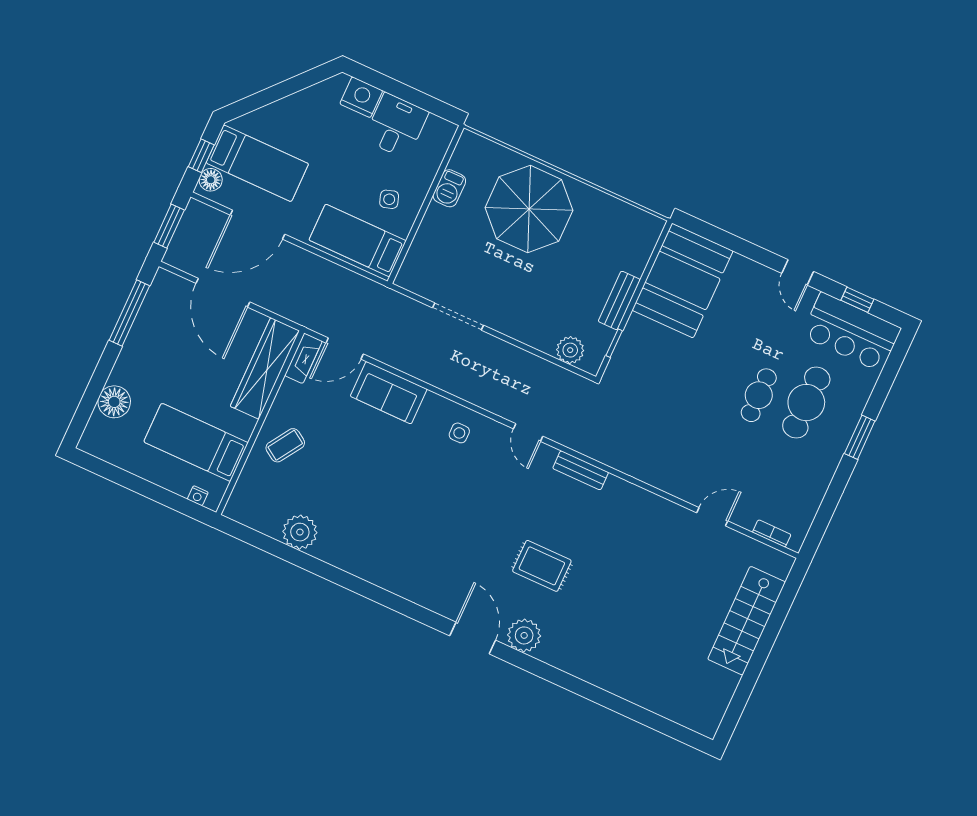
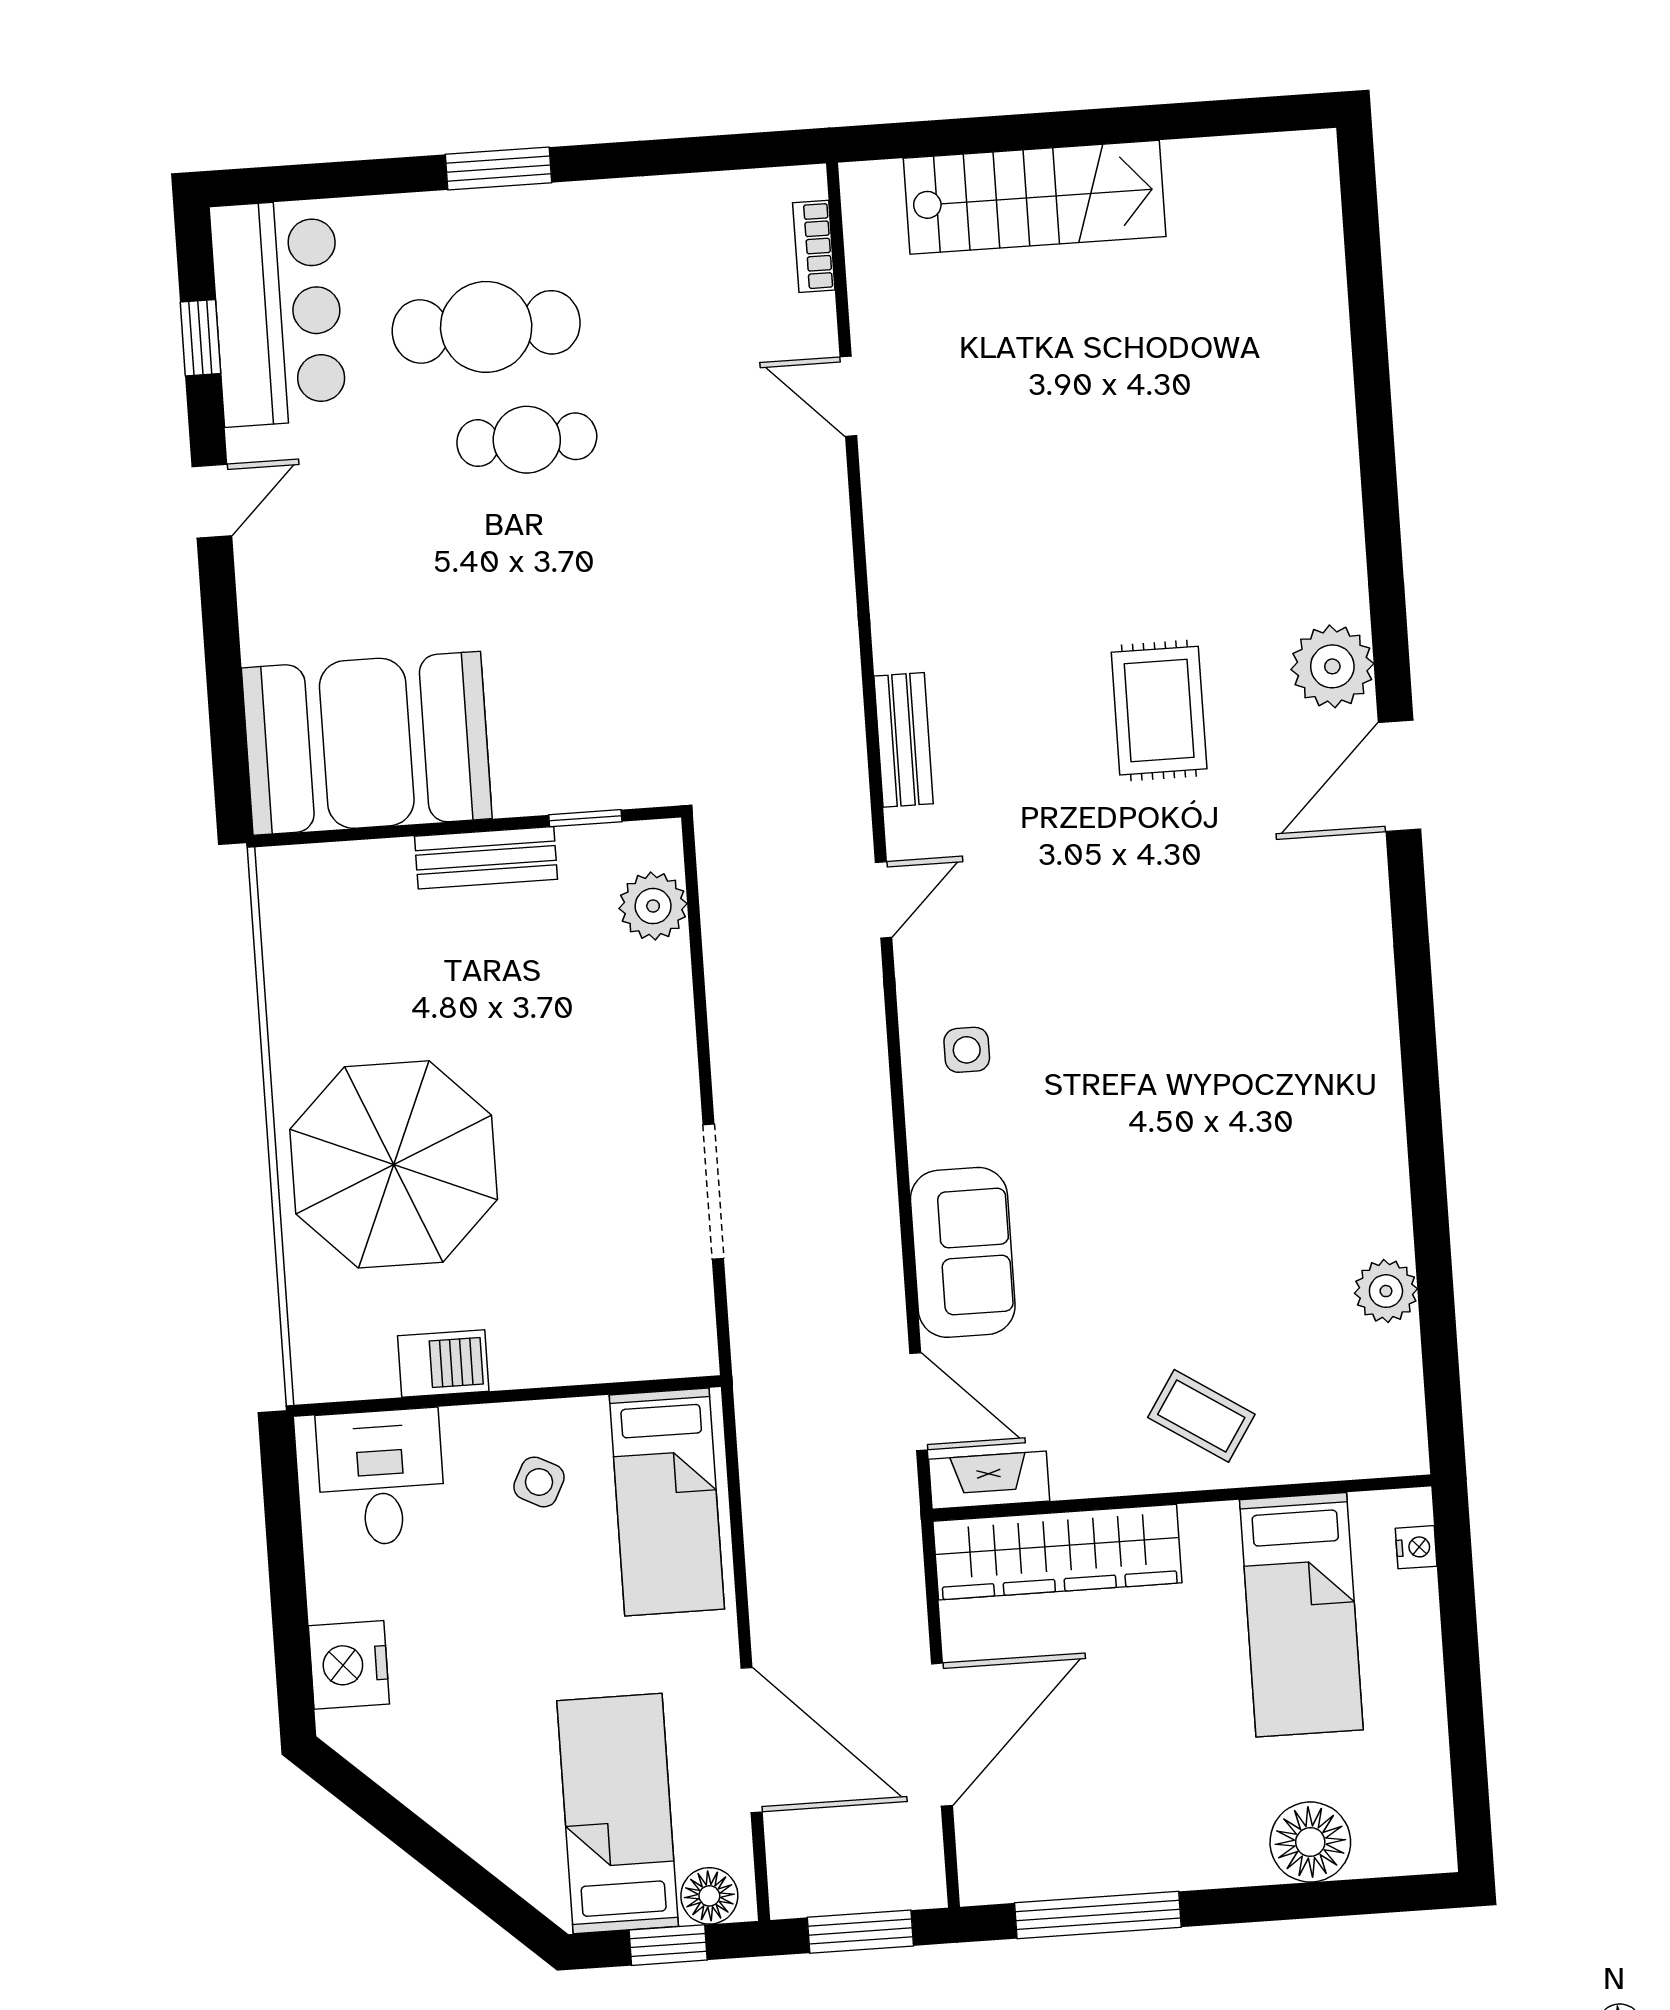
desk: (396, 126) -> (381, 1477), moved, turned 90
side table: (389, 199) -> (539, 1482), turned 45
plant: (300, 532) -> (1386, 1291), width x0.73, depth x0.73

